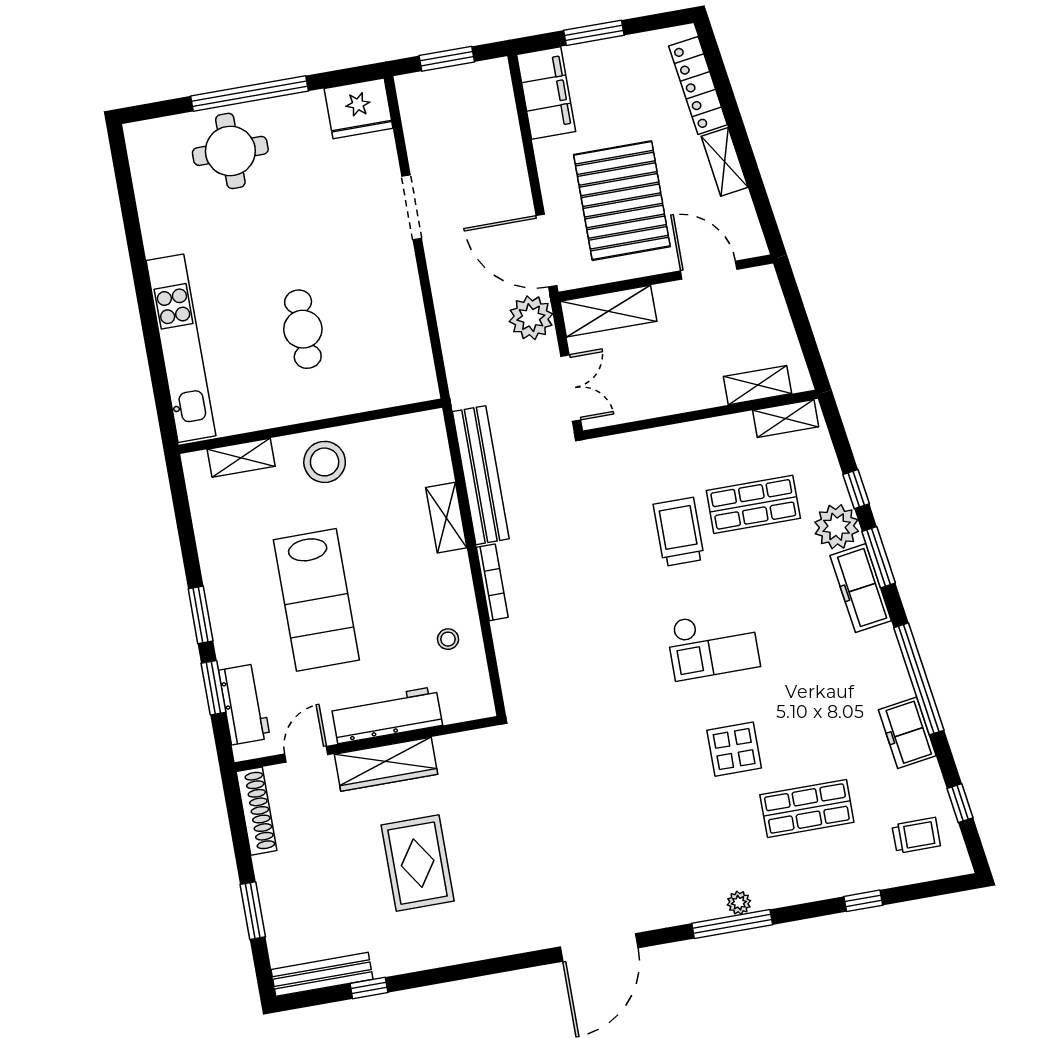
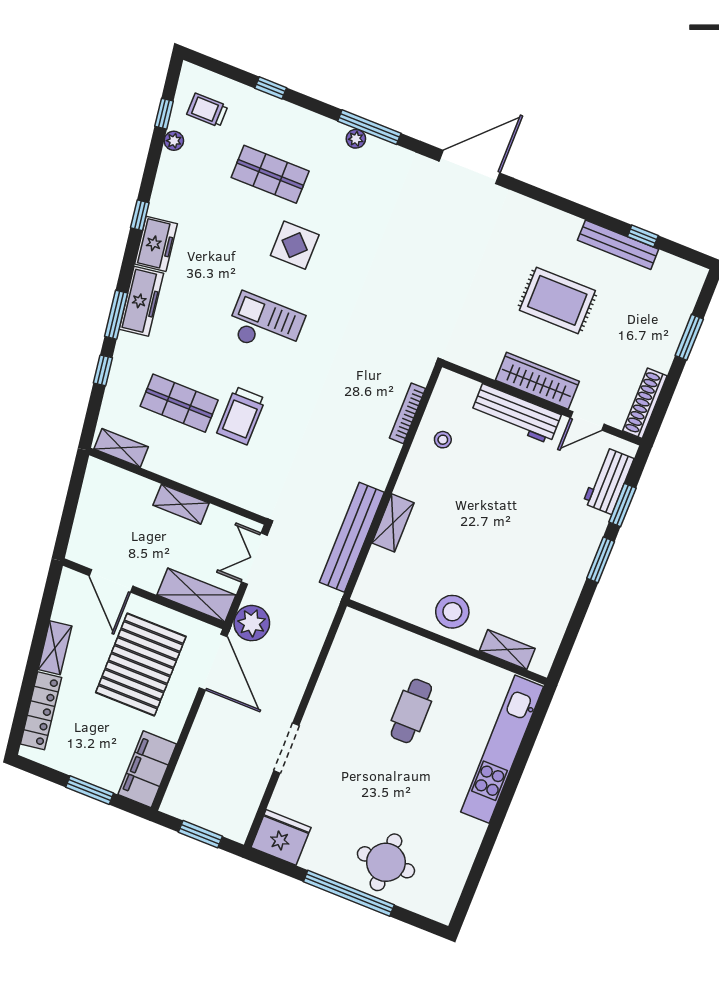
shelving: (757, 385) -> (181, 504), moved
plant: (837, 527) -> (174, 141), moved, width x0.53, depth x0.53
bookcase: (492, 582) -> (407, 413), moved
lab bench: (316, 600) -> (516, 521), removed
window: (919, 679) -> (140, 215), width x0.32
freezer: (907, 733) -> (156, 244), moved
rug: (418, 863) -> (557, 300), turned 90
bench: (322, 974) -> (618, 245), moved

